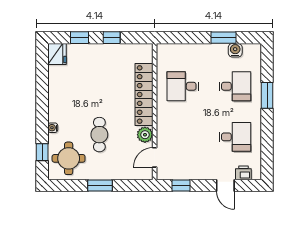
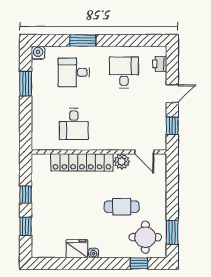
water cooler: (235, 50) -> (38, 53), moved, turned 90
fridge: (57, 54) -> (77, 249), moved
desk: (235, 86) -> (74, 72), turned -90
water cooler: (53, 128) -> (94, 253), moved
window: (100, 186) -> (172, 232), moved
door: (225, 186) -> (172, 94), moved

